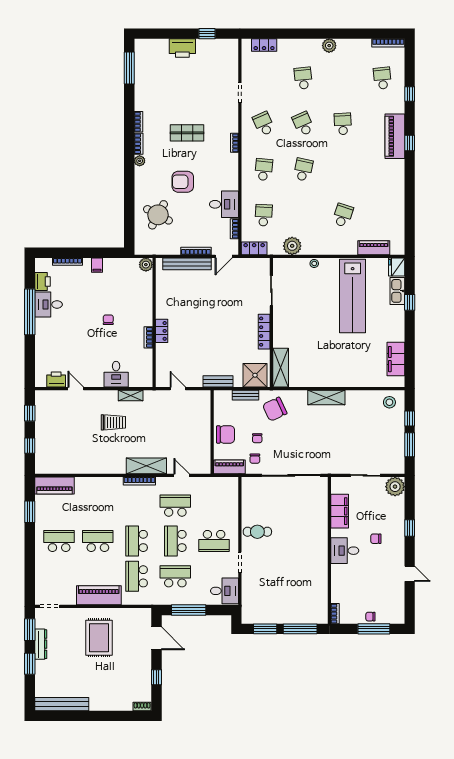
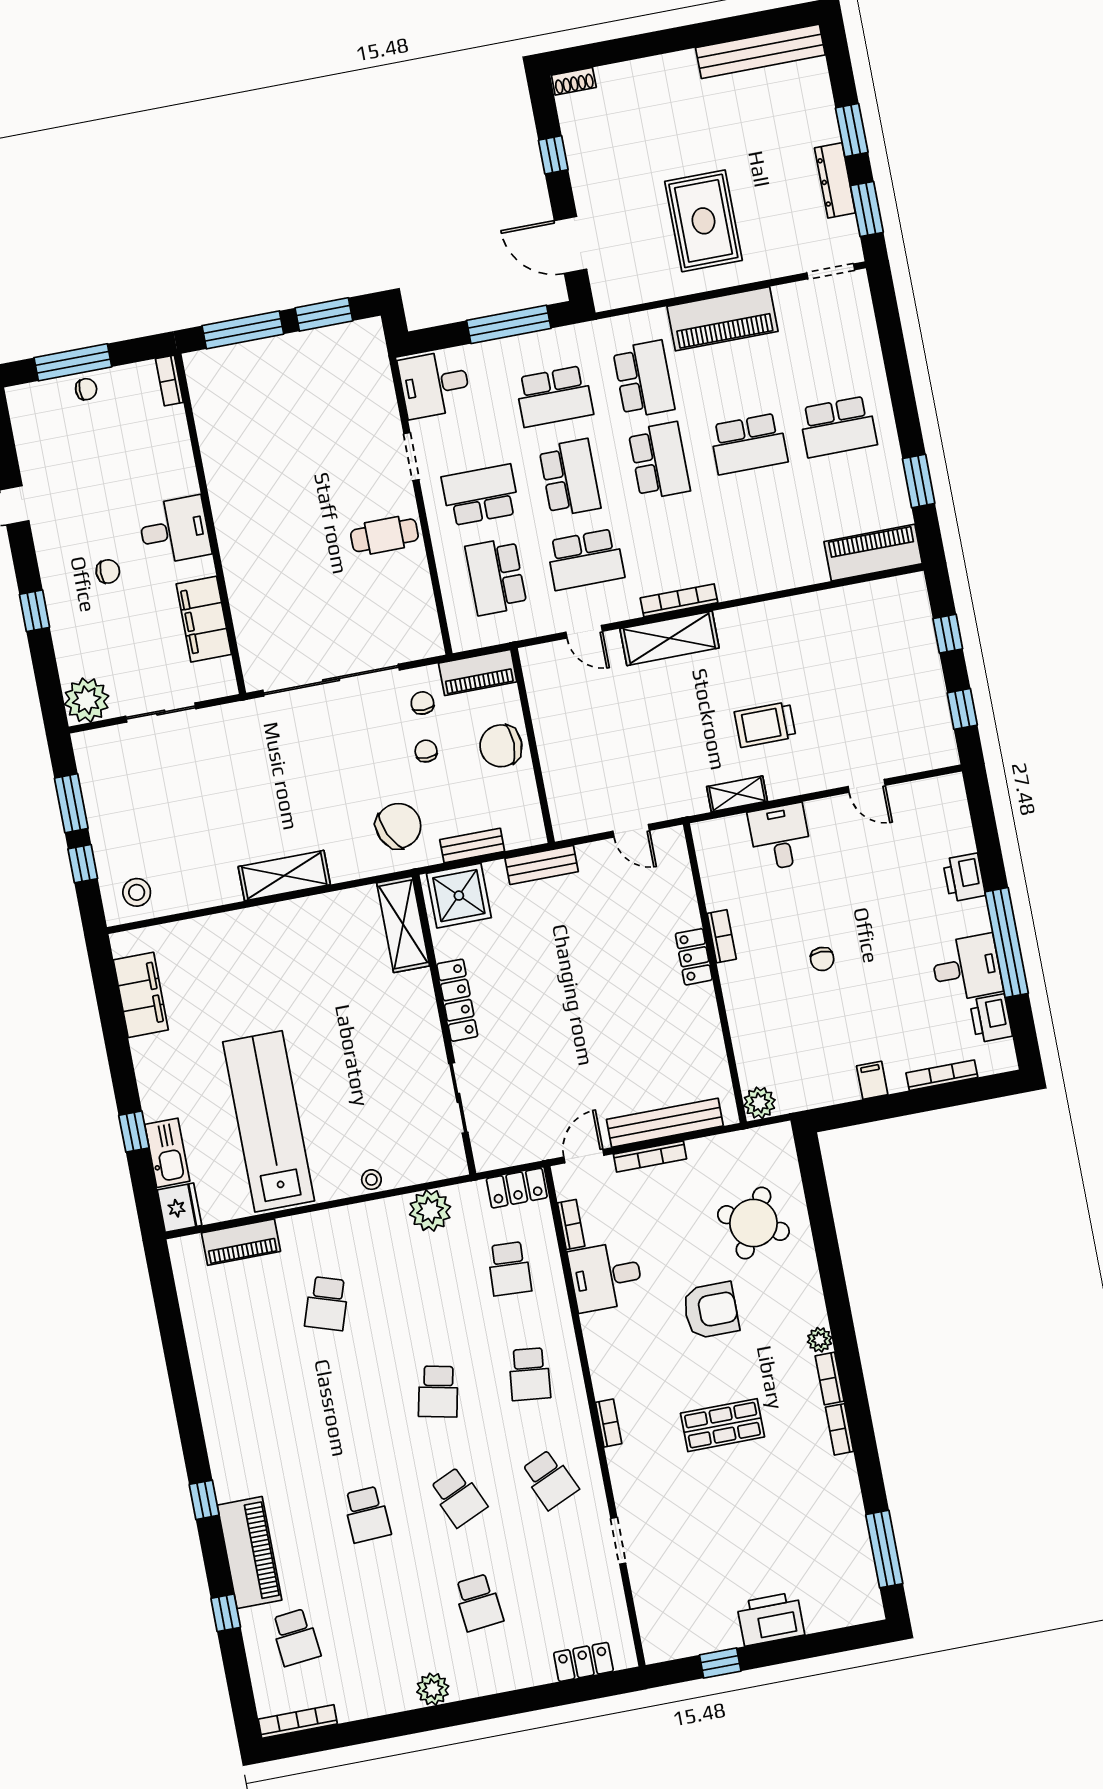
piano: (395, 136) -> (250, 1553), moved
printer: (56, 379) -> (964, 877), moved, turned 90
school desk: (214, 506) -> (496, 576), added

